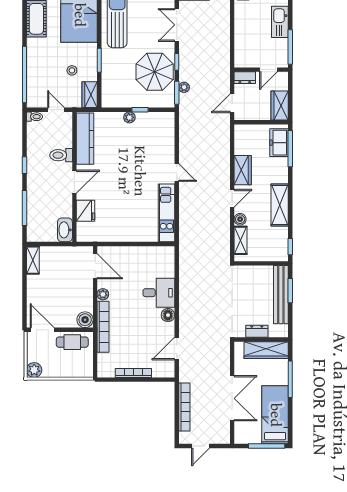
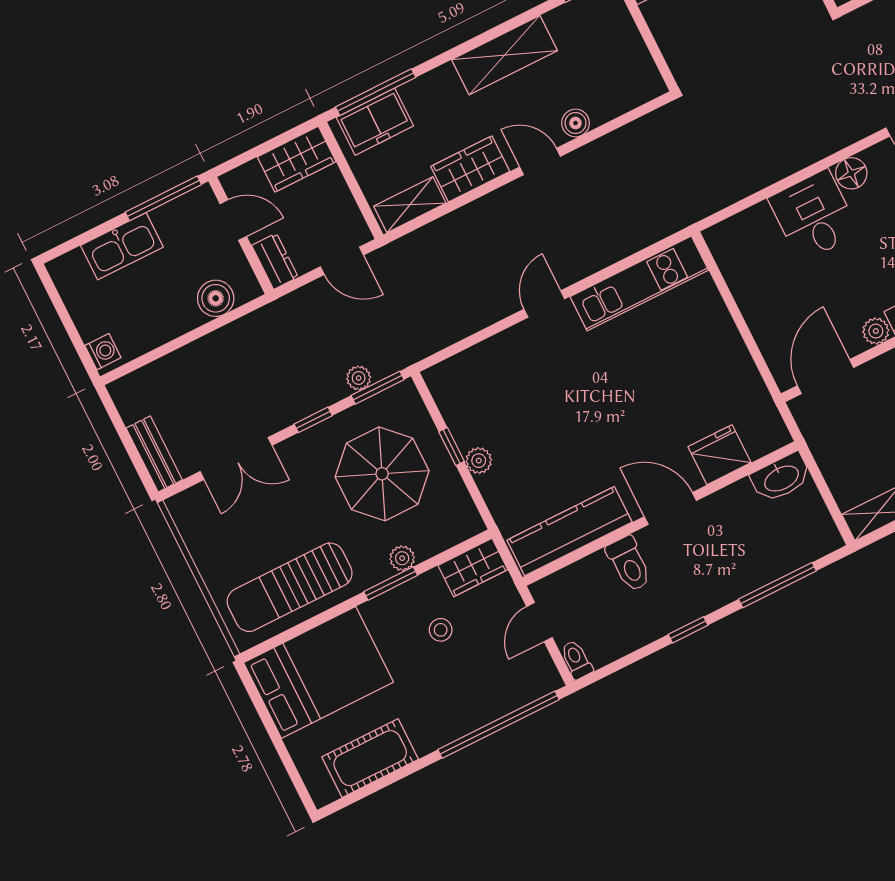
boiler: (242, 48) -> (216, 298), added
plant: (107, 69) -> (402, 558), added
parasol: (155, 72) -> (382, 474), moved
shelving: (241, 240) -> (410, 205), moved

